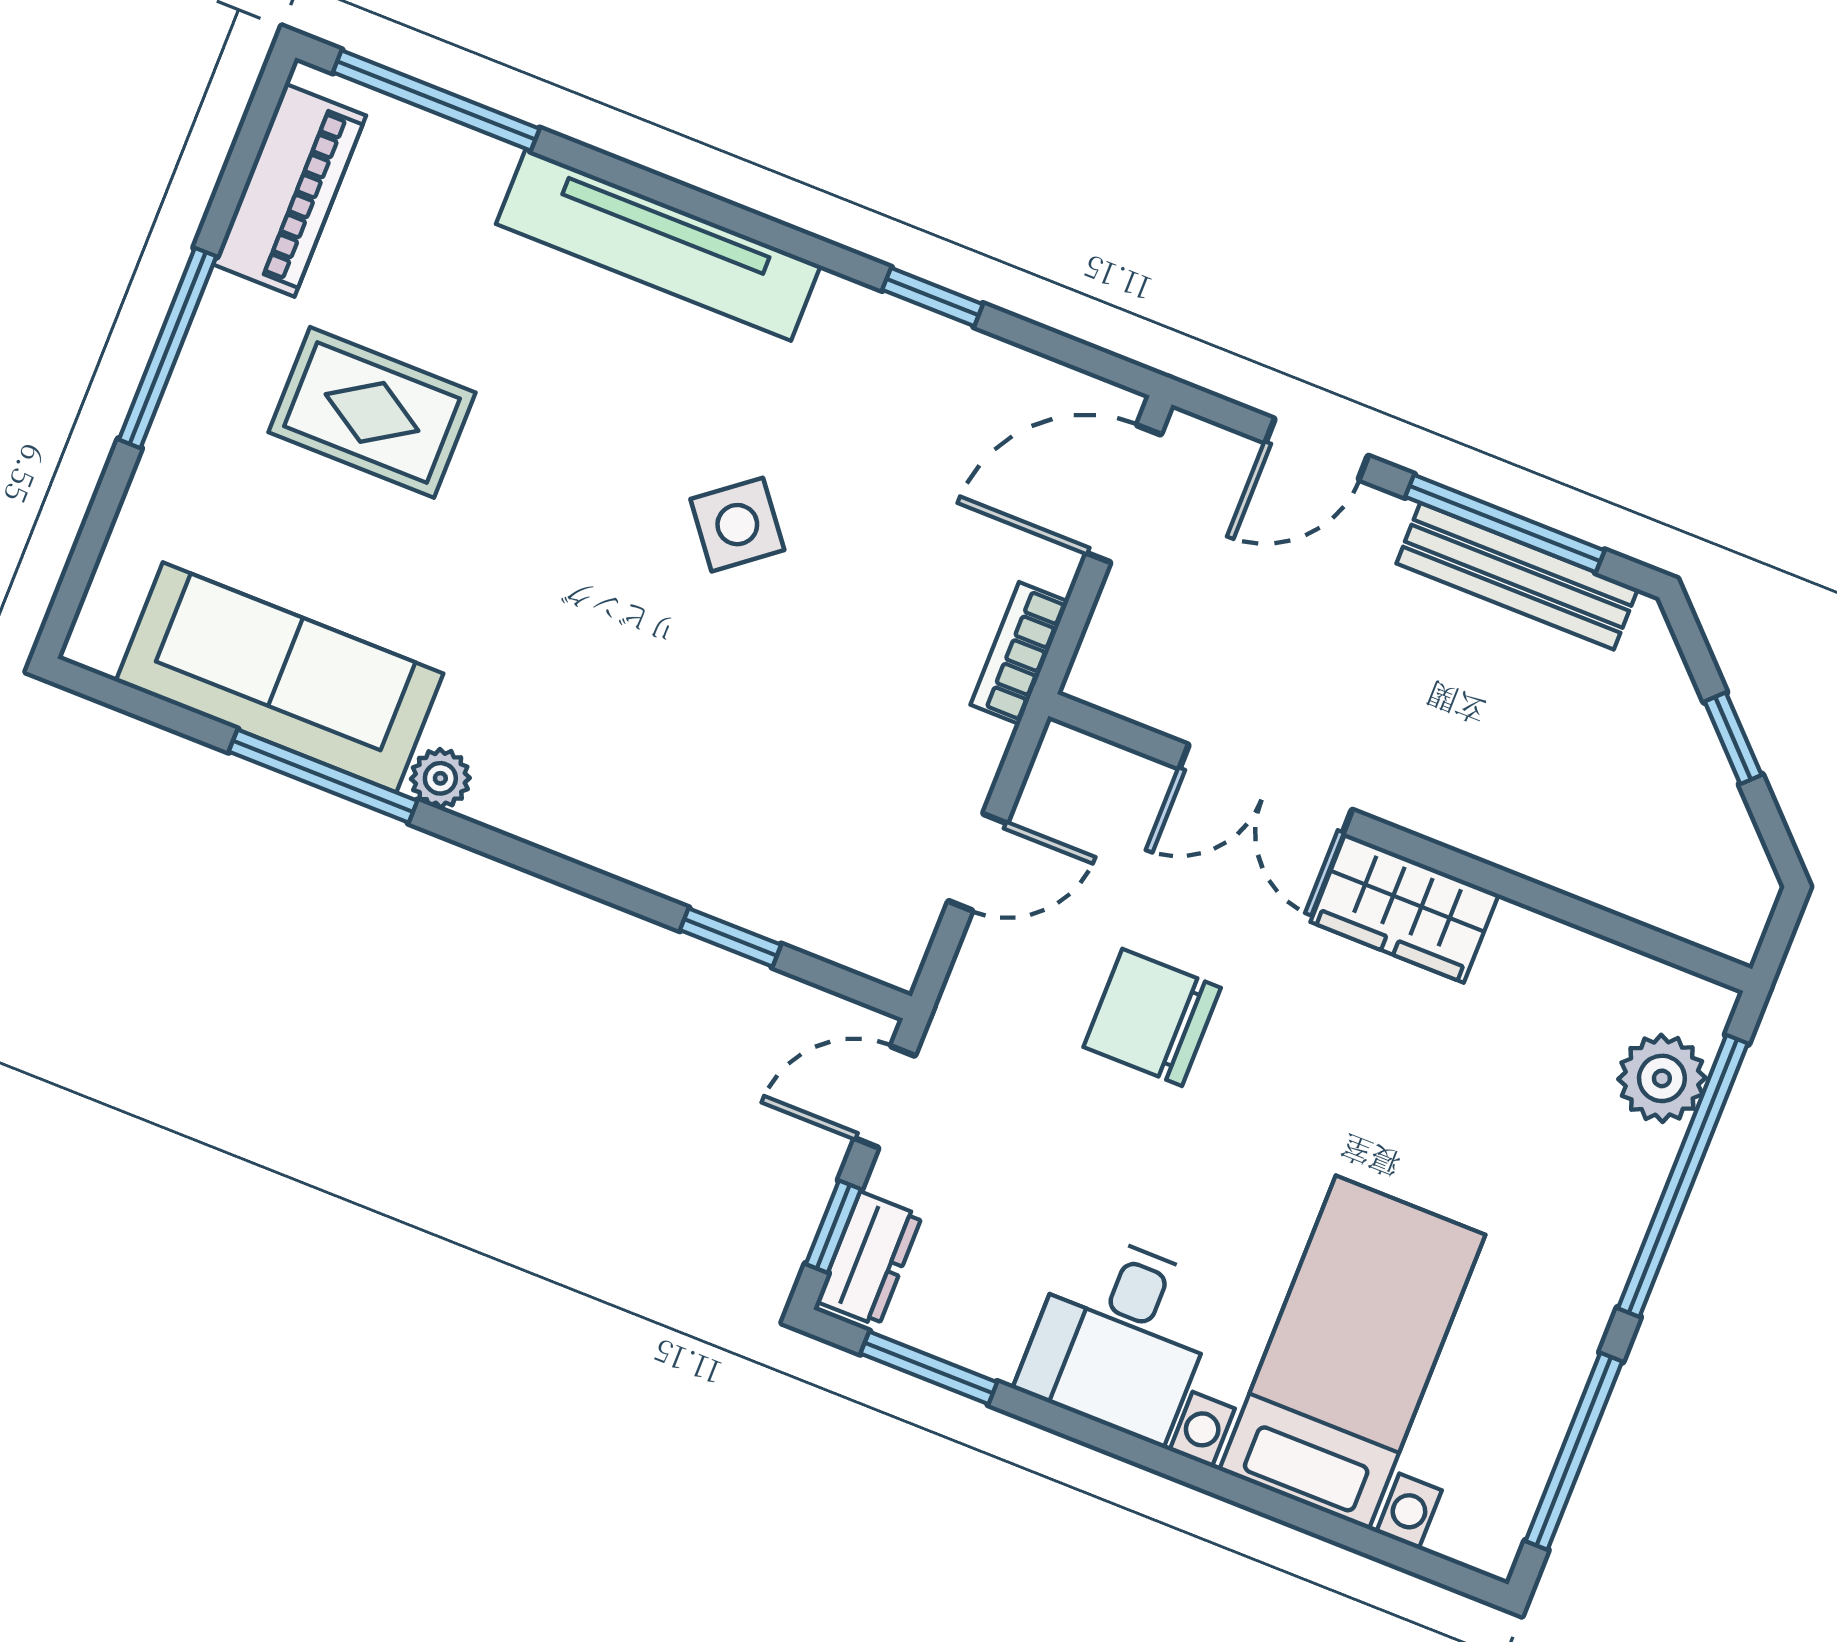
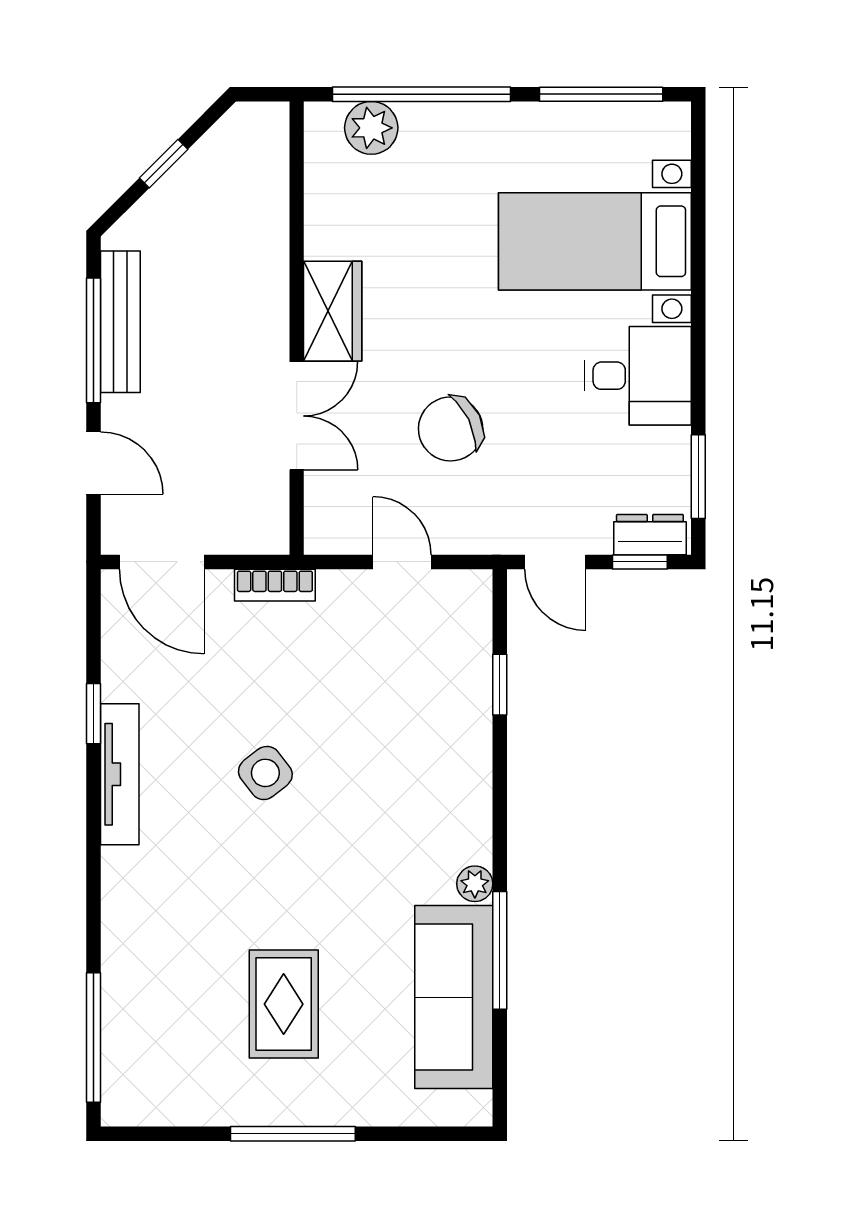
piano: (290, 190) -> (177, 1100), removed
tv unit: (658, 245) -> (120, 774), moved, width x0.73, depth x0.78
chair: (1152, 1017) -> (451, 429), turned 64

